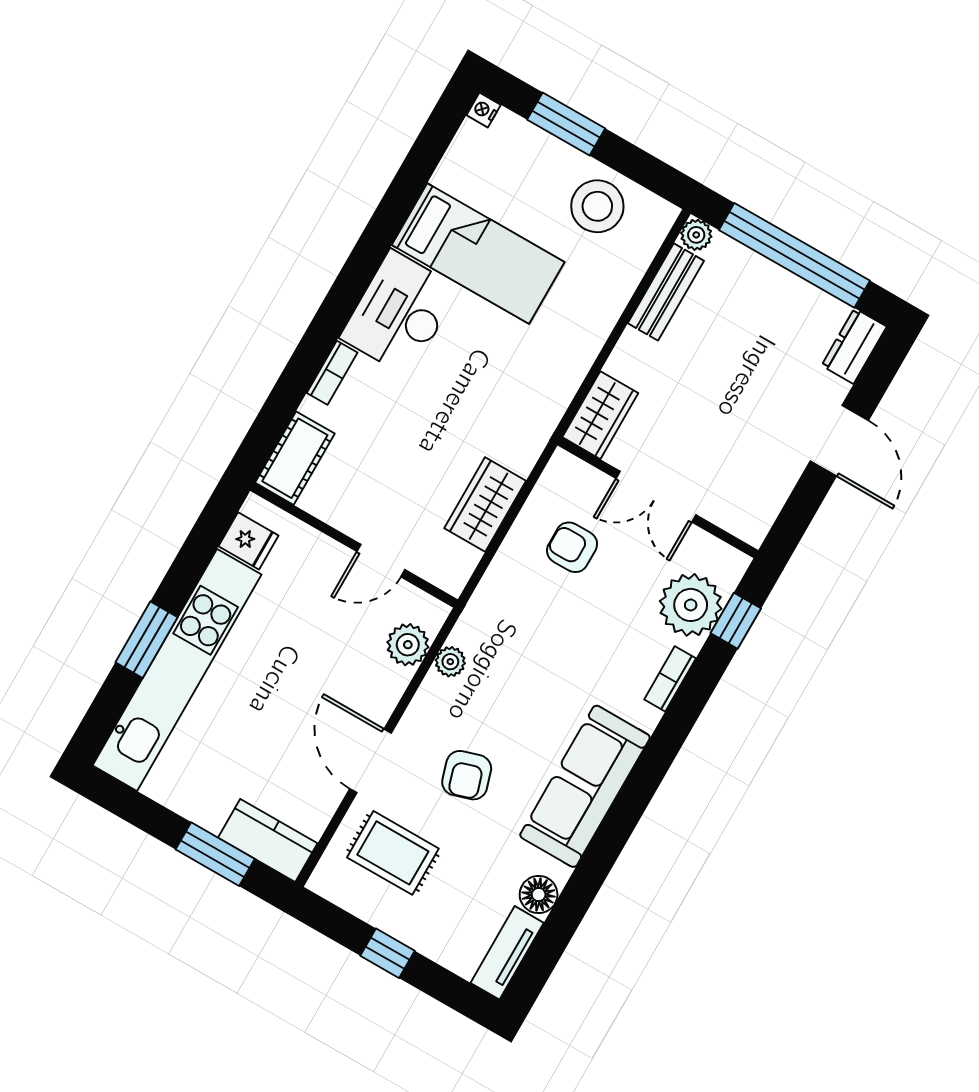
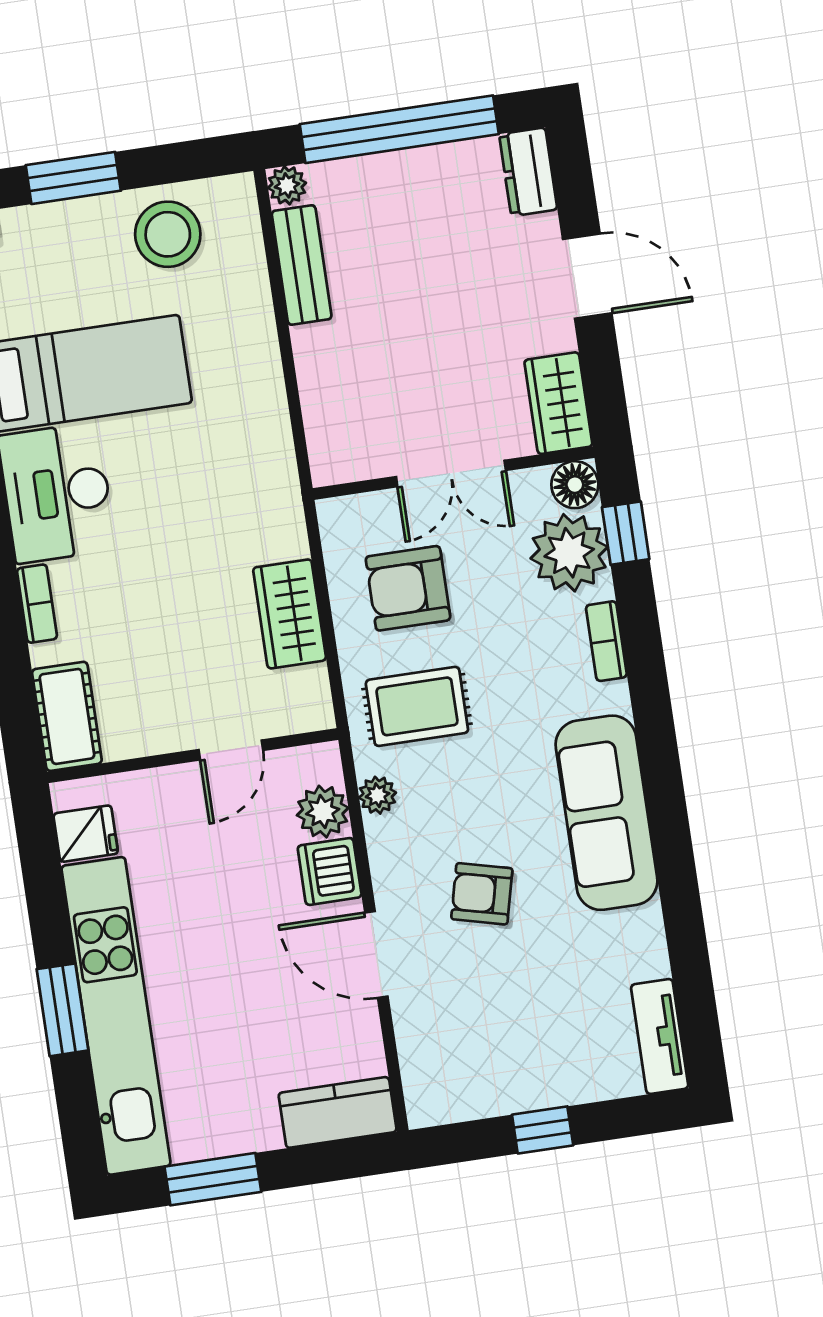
wardrobe: (600, 415) -> (558, 403), moved, turned 180
armchair: (572, 547) -> (408, 588), width x1.38, depth x1.38
dishwasher: (382, 686) -> (330, 871), added
armchair: (467, 775) -> (482, 894), turned 121
rug: (393, 853) -> (417, 706), moved
window: (215, 854) -> (213, 1179), moved
floor lamp: (539, 895) -> (575, 485), moved

